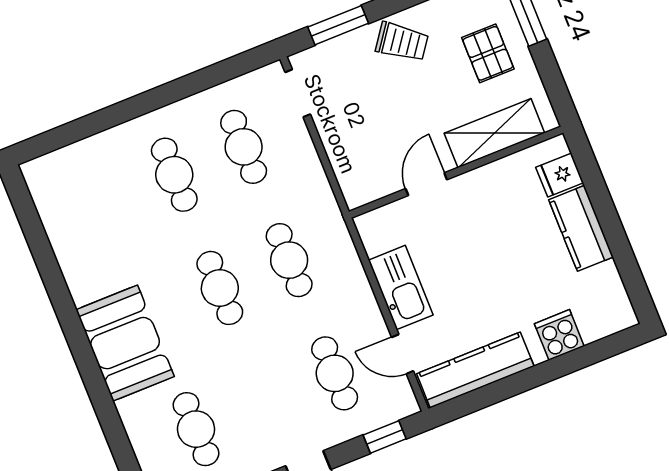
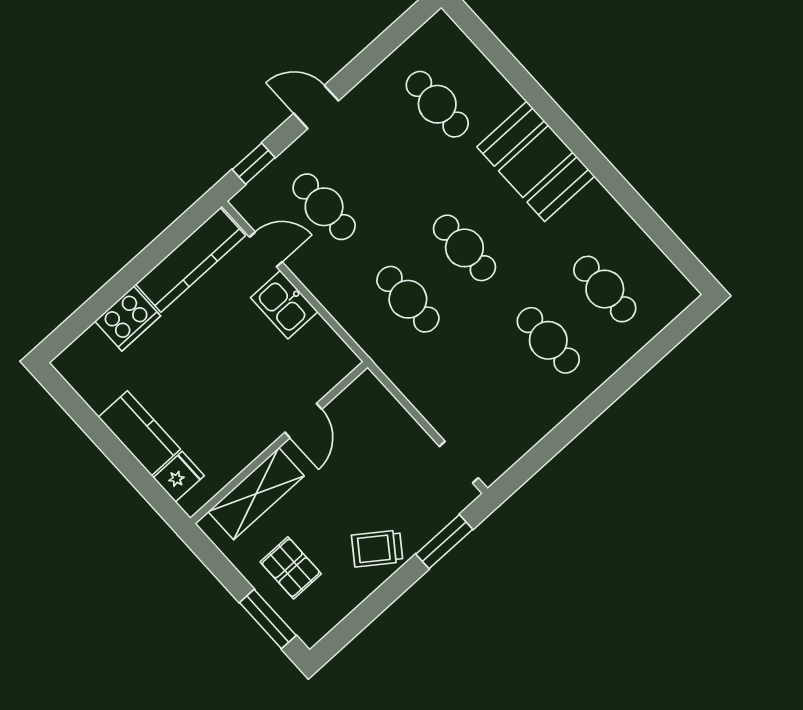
cafe table: (244, 147) -> (605, 289), moved
kitchen sink: (401, 288) -> (284, 305), width x0.73
cooker: (559, 335) -> (128, 319), width x1.36

